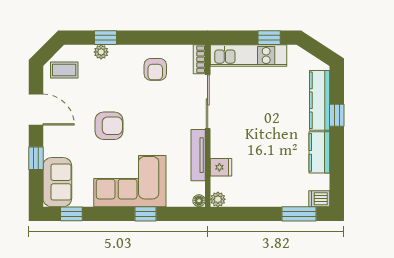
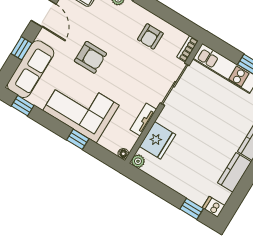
tv unit: (198, 155) -> (143, 119), width x0.71
fridge: (221, 167) -> (158, 140), width x1.88, depth x1.34
sofa: (57, 182) -> (31, 69), width x1.36
window: (299, 214) -> (192, 209), width x0.67

